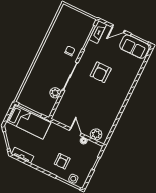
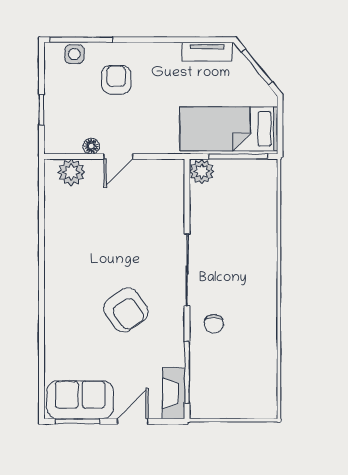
armchair: (101, 72) -> (126, 310), turned 145
plant: (55, 93) -> (202, 171), moved
door: (75, 132) -> (118, 157), hinge flipped

